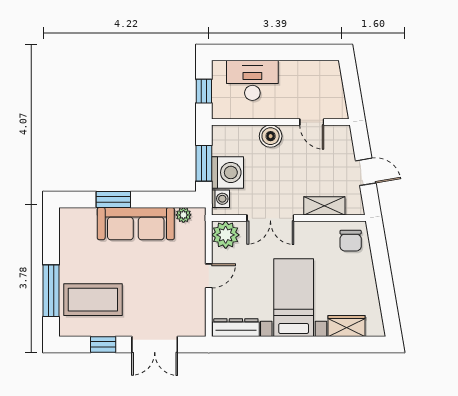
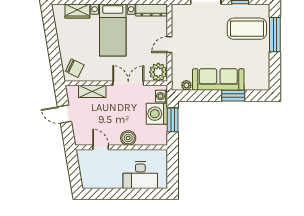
window: (204, 91) -> (173, 168), removed
chair: (351, 241) -> (75, 68), turned 116

